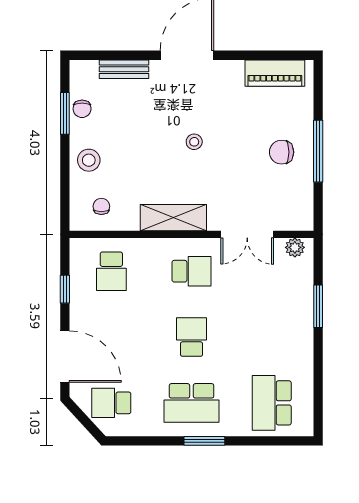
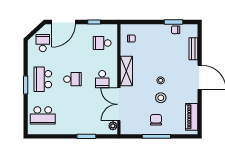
stool: (89, 160) -> (161, 98), moved
double door: (247, 234) -> (119, 104), width x1.37
school desk: (272, 403) -> (43, 115), turned 180

